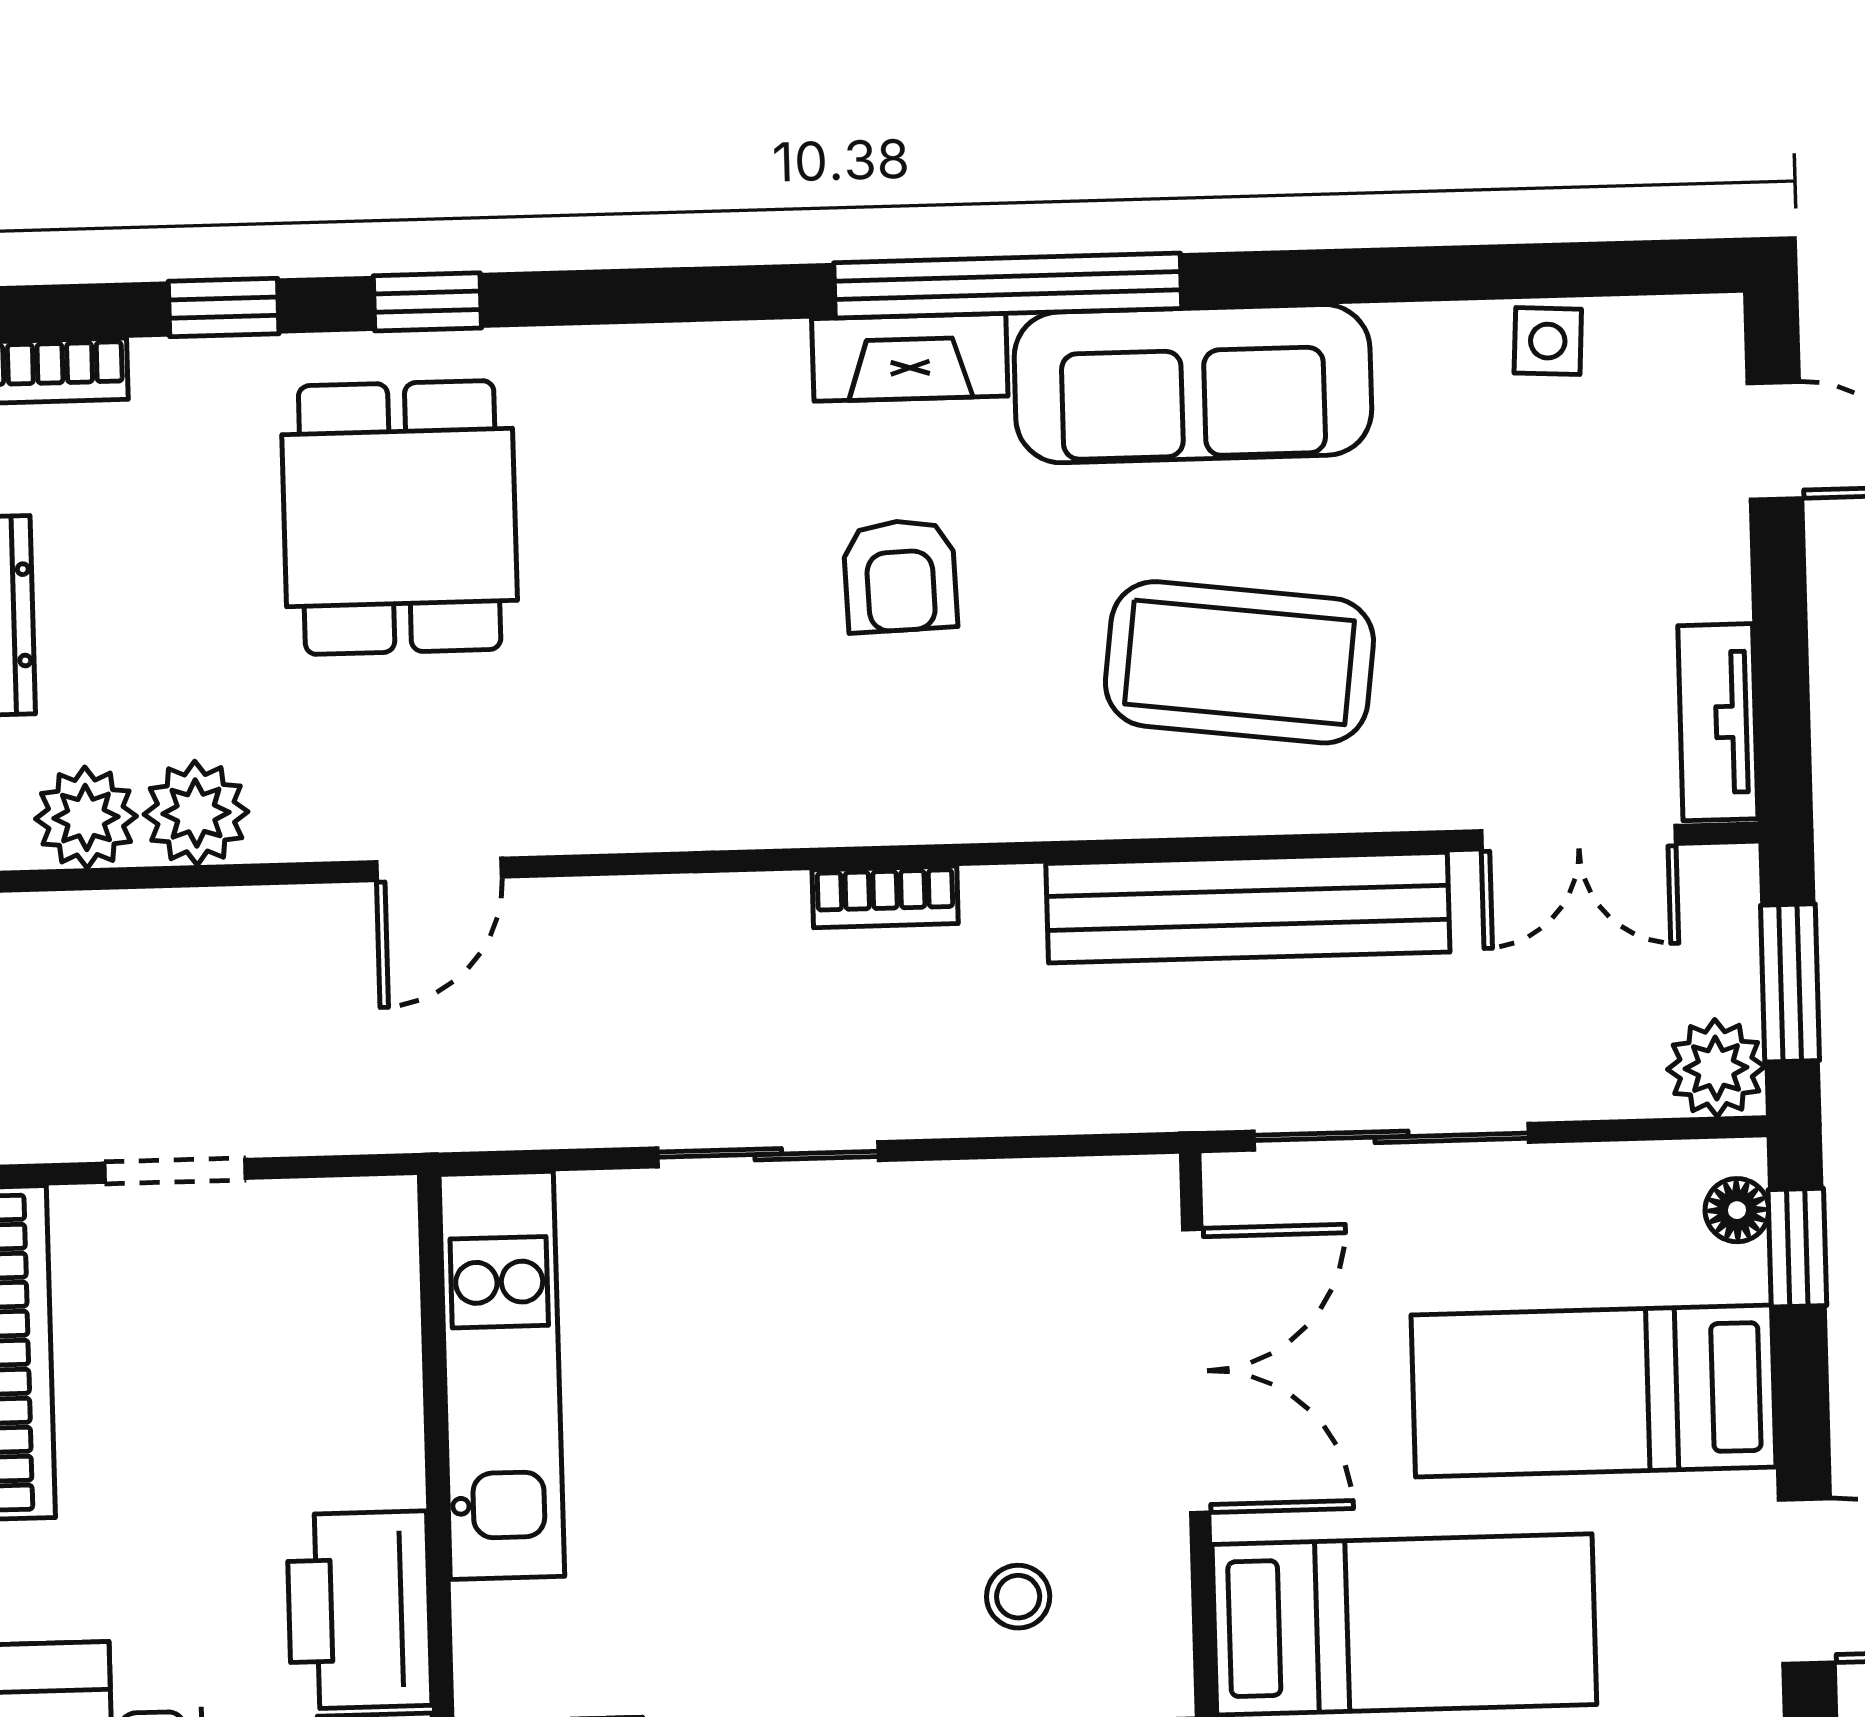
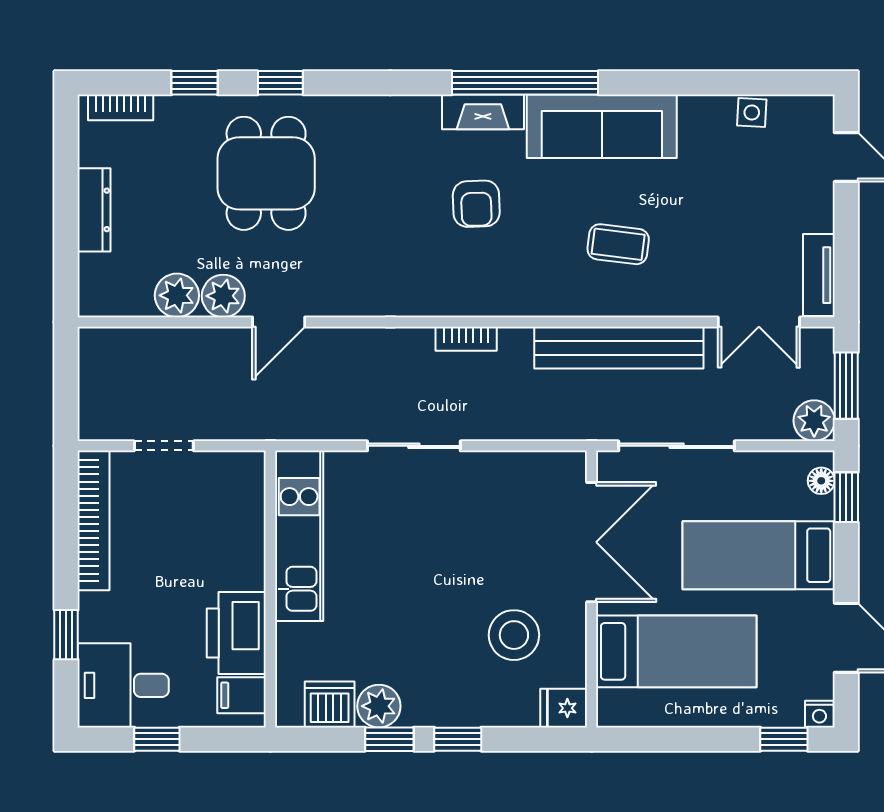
coffee table: (1239, 662) -> (618, 244), width x0.54, depth x0.58
plant: (86, 818) -> (223, 296), moved
stool: (1018, 1597) -> (514, 635), width x1.89, depth x1.89

